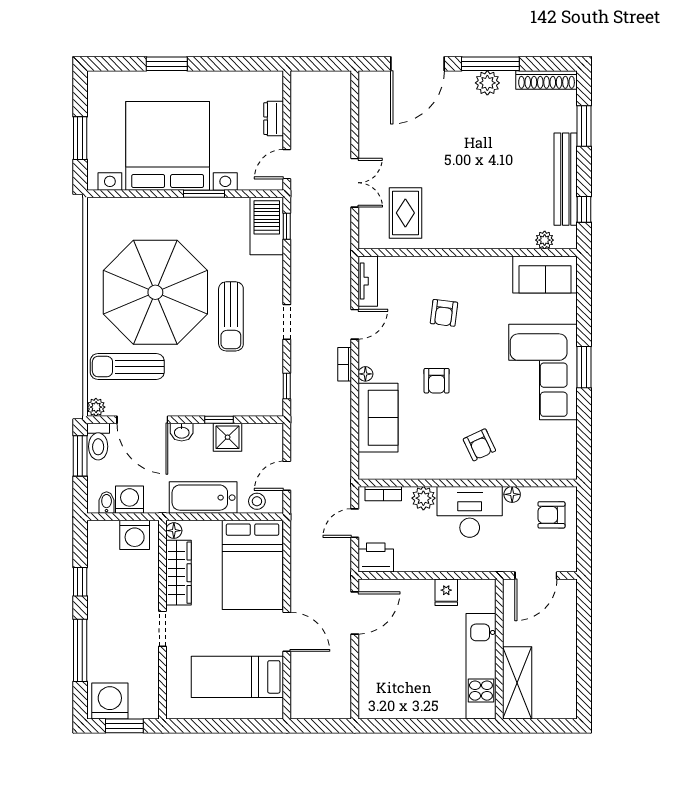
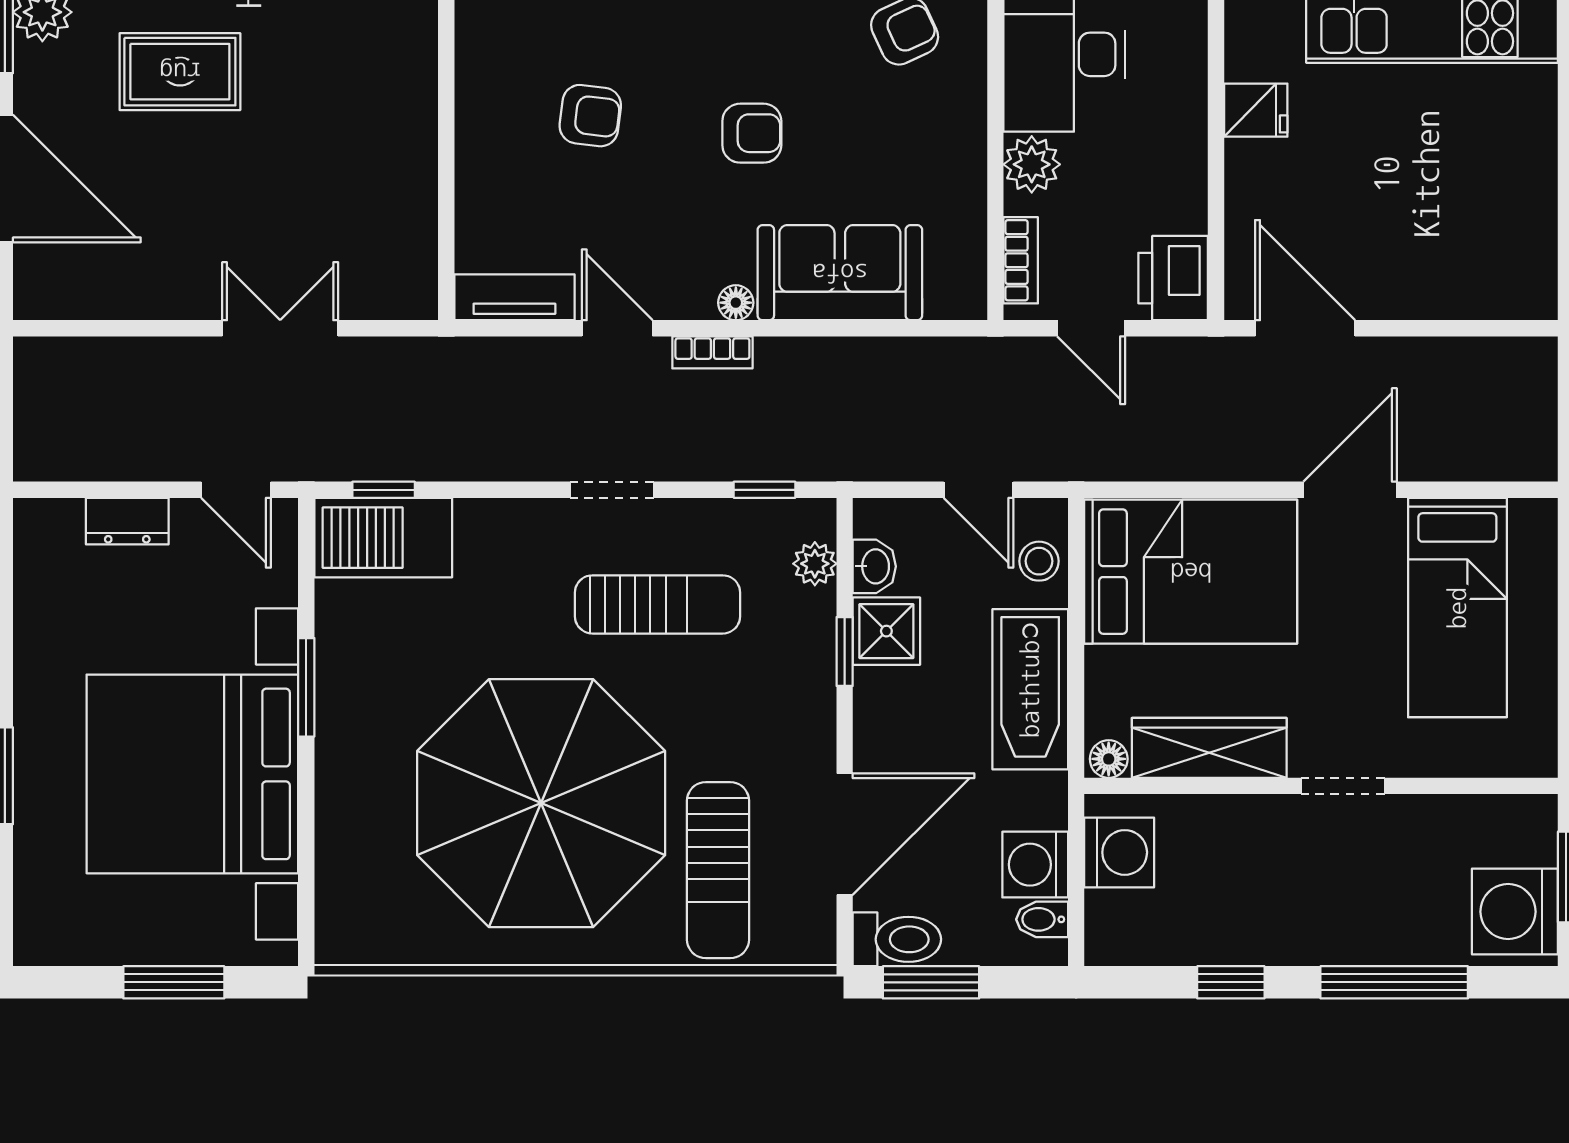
rug: (405, 213) -> (180, 72), moved
sun lounger: (231, 316) -> (658, 604), moved
plant: (96, 407) -> (815, 564), moved
washbasin: (182, 432) -> (874, 566), moved

